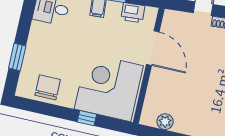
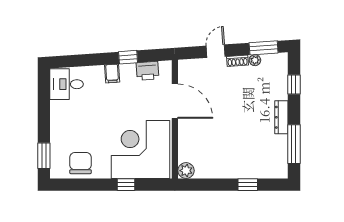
window: (17, 57) -> (44, 156), moved
plant: (165, 122) -> (186, 171), moved

